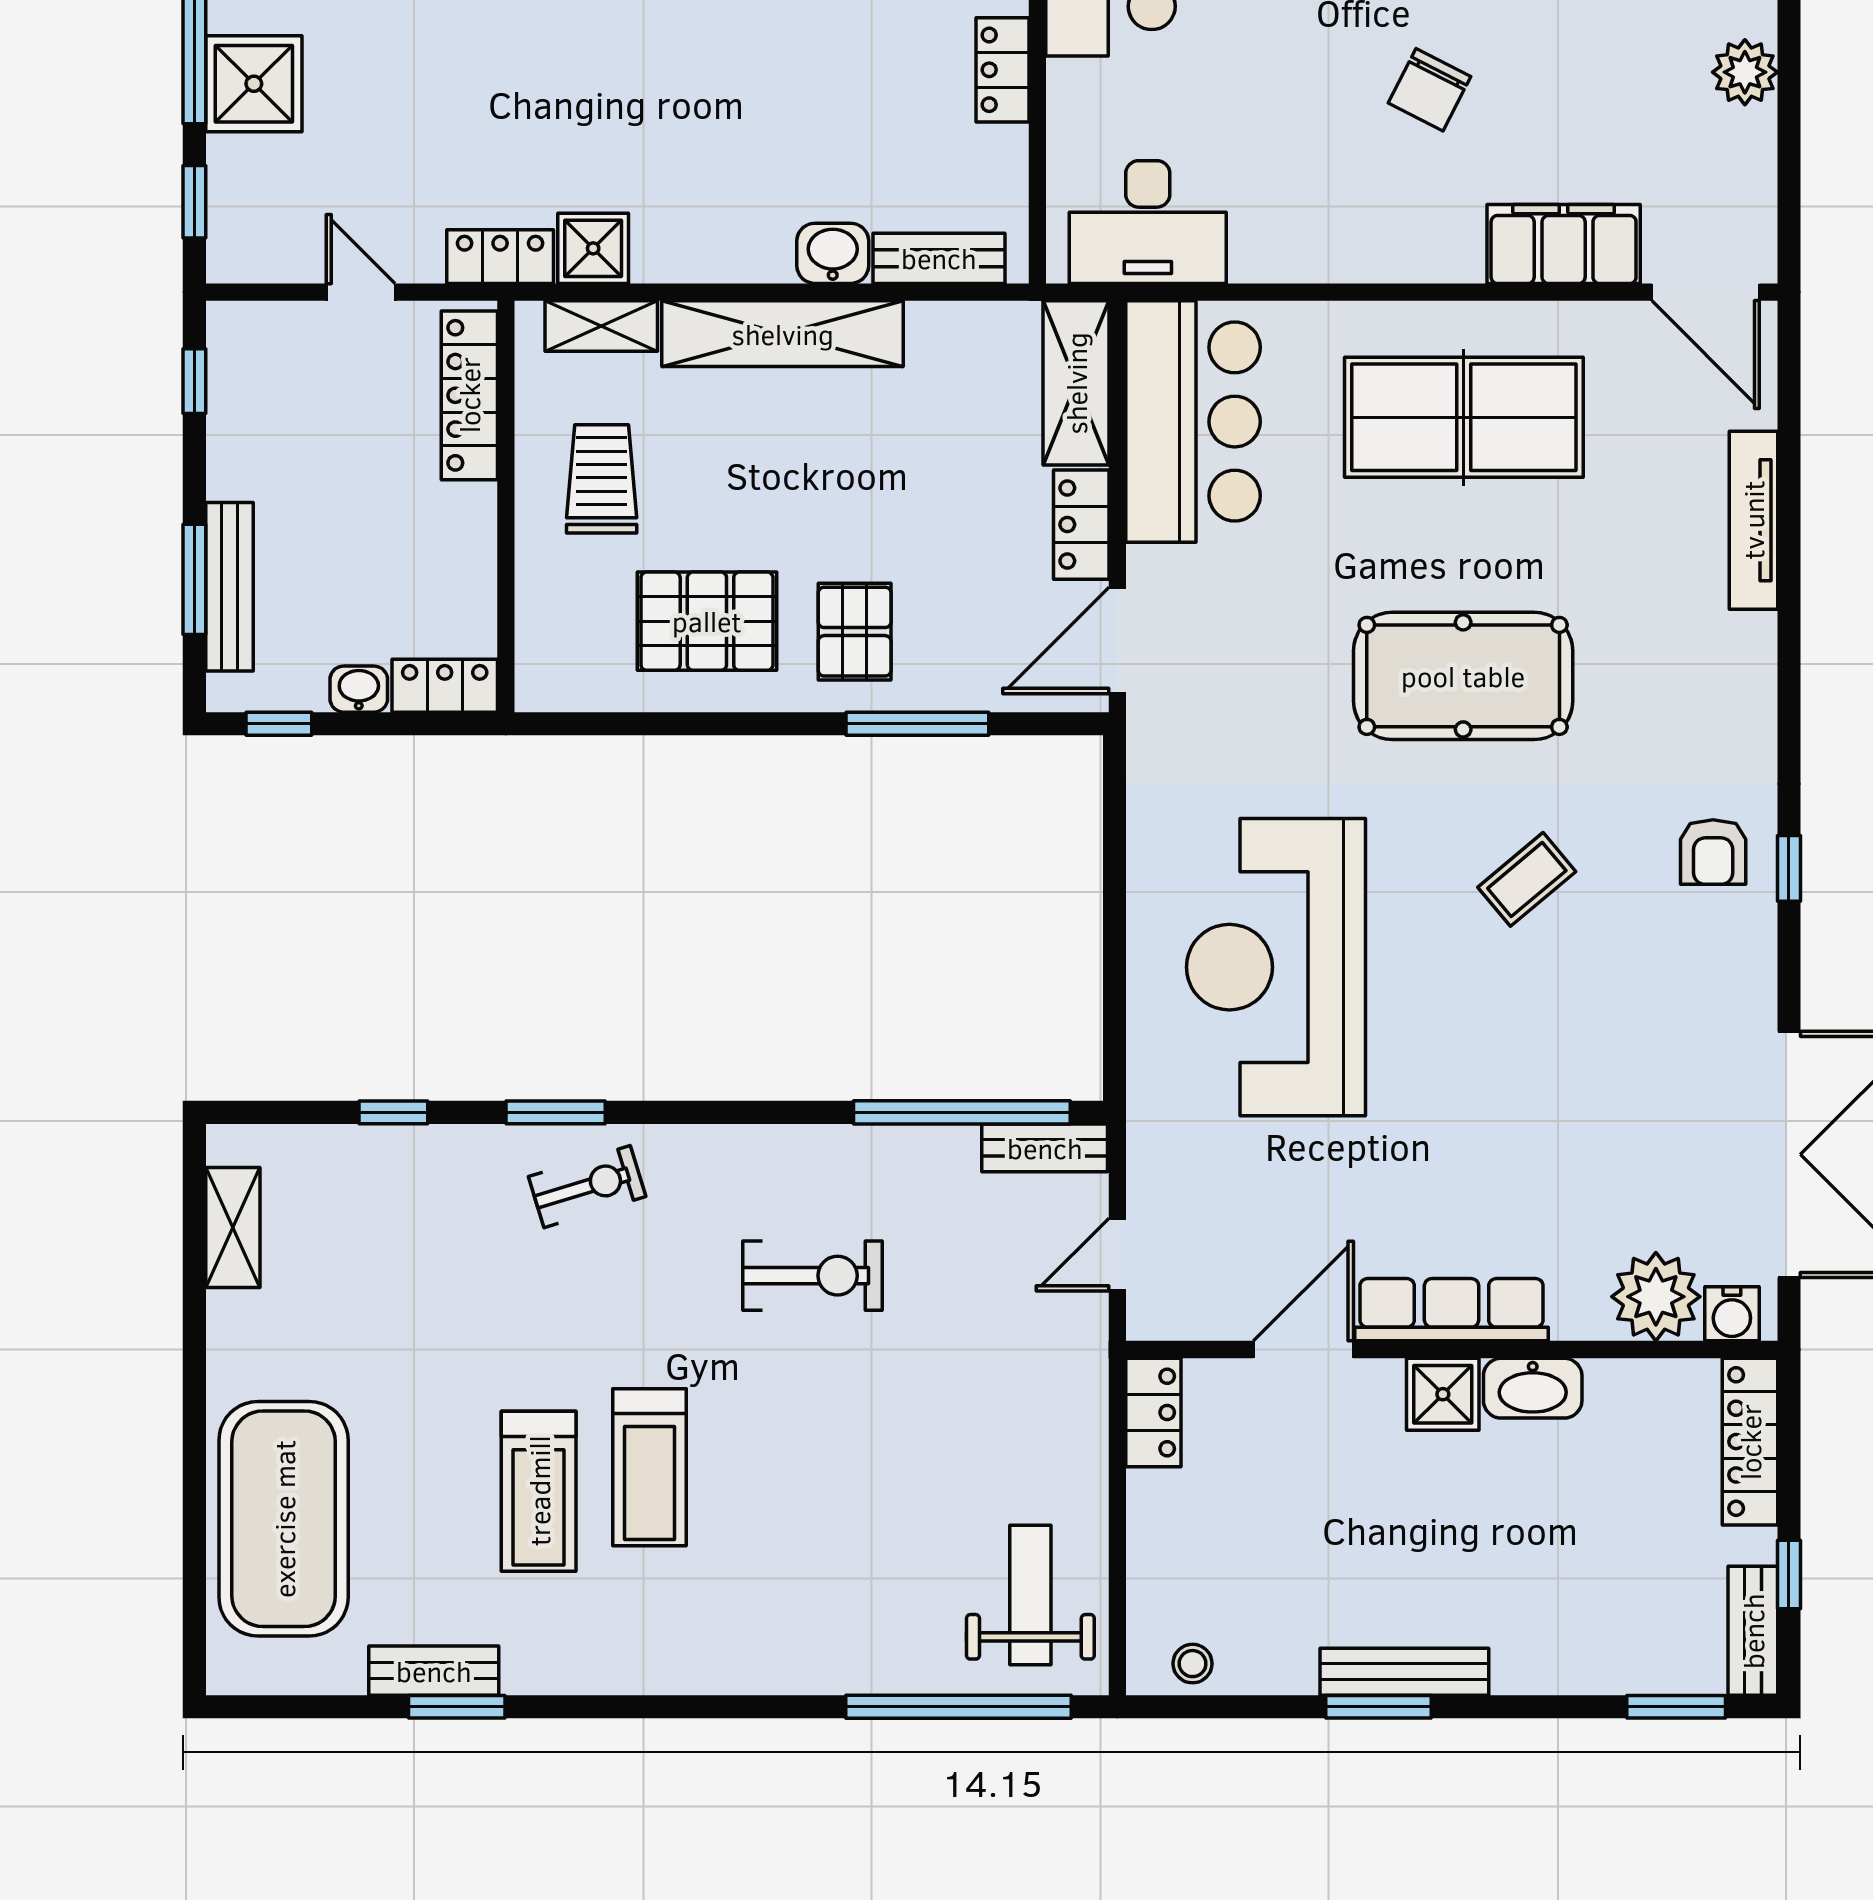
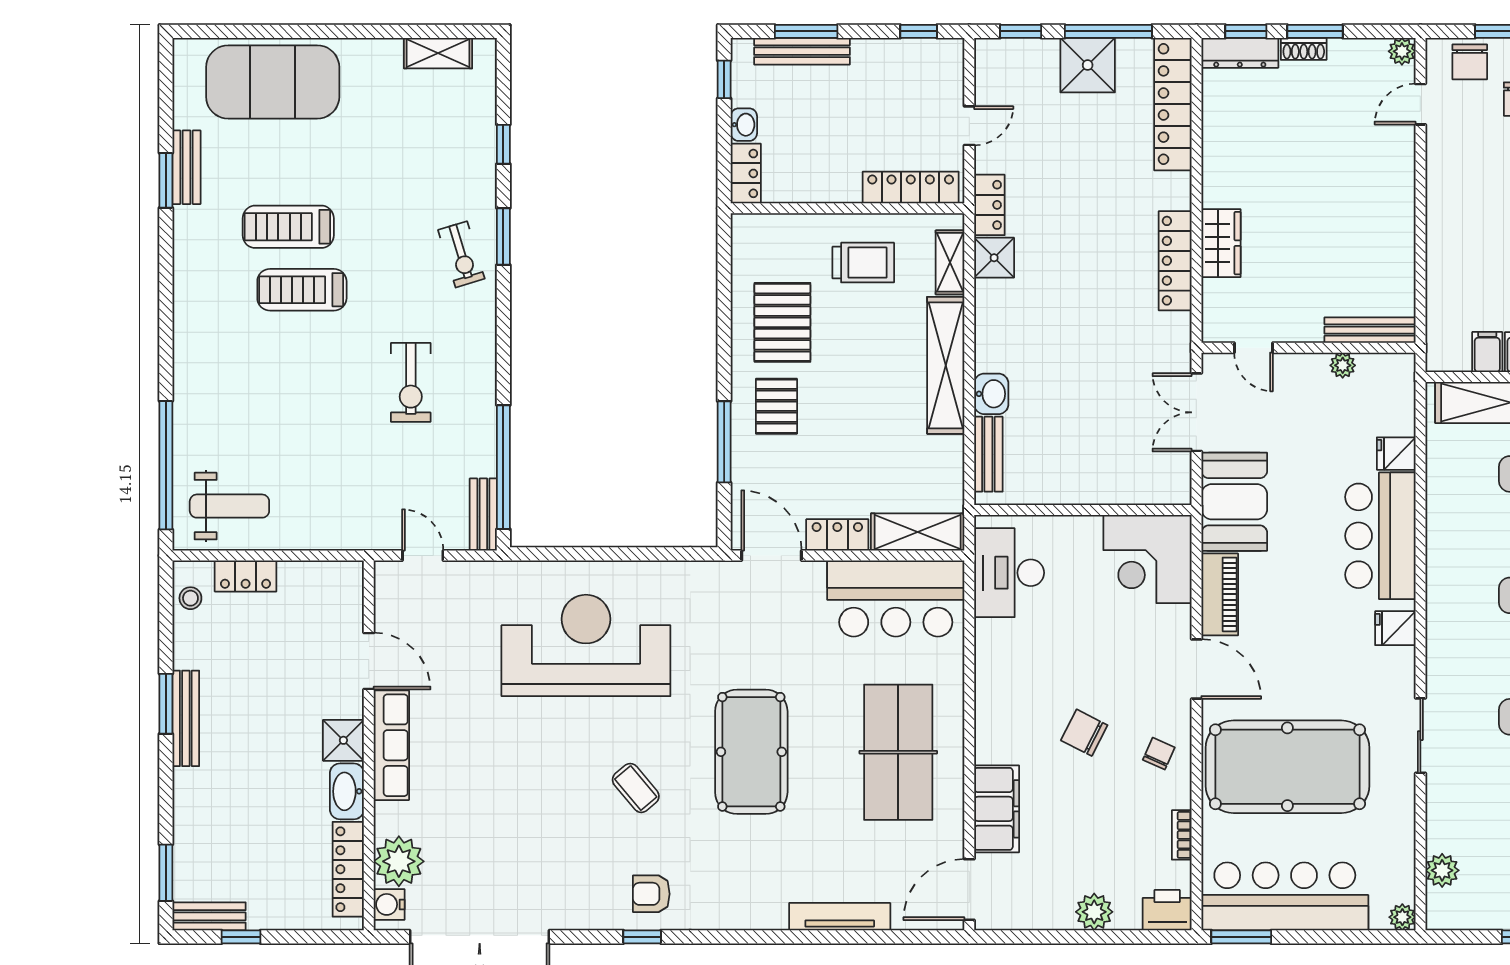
locker: (1002, 70) -> (1096, 490), removed
pallet: (855, 632) -> (776, 406), turned 90
locker: (1153, 1412) -> (246, 576), moved
locker: (1750, 1442) -> (348, 869), moved, turned -90

